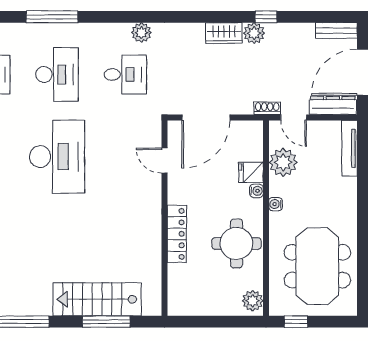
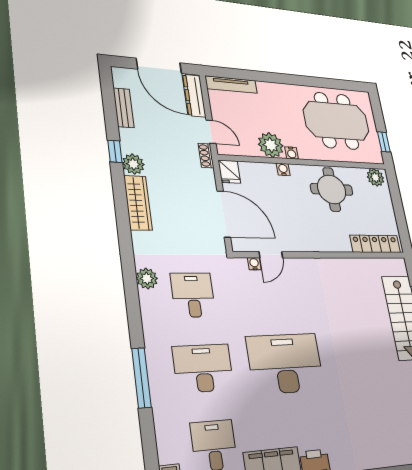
bench: (336, 30) -> (124, 108), moved
wardrobe: (224, 33) -> (138, 203), width x1.50
door: (294, 117) -> (211, 132), hinge flipped
water cooler: (155, 141) -> (254, 264), added
plant: (283, 162) -> (271, 145), moved
fridge: (251, 172) -> (229, 172), moved
locker: (177, 234) -> (375, 244), moved

